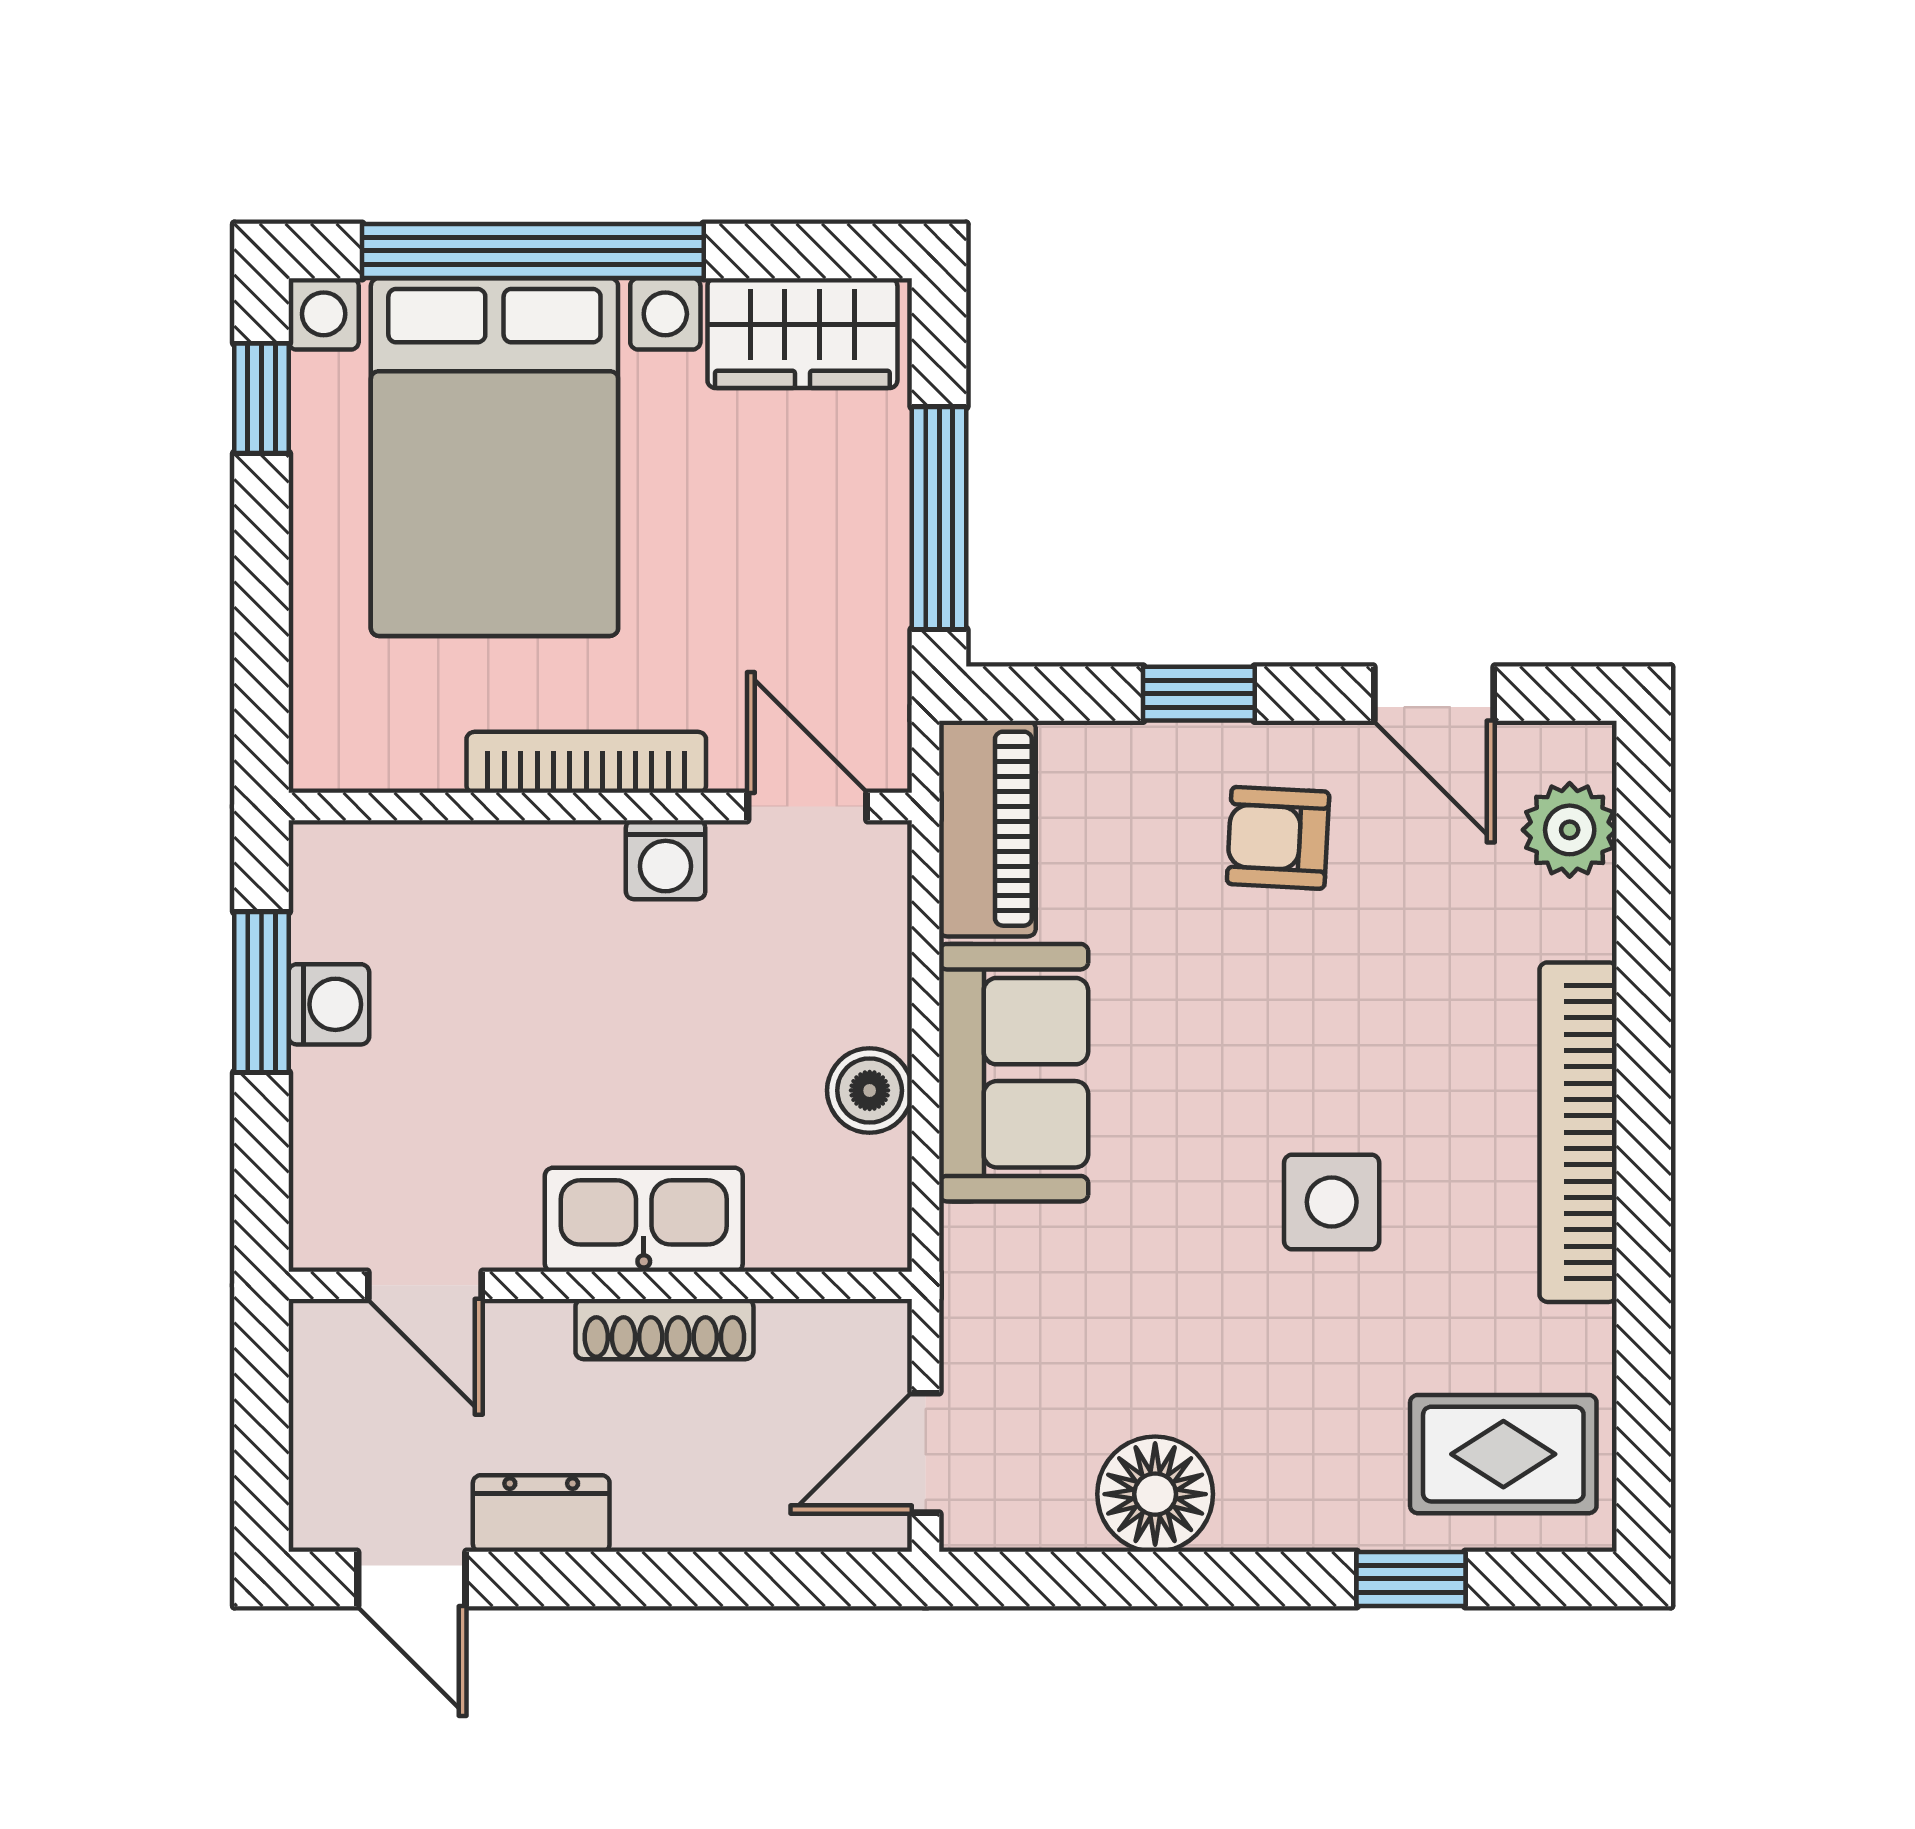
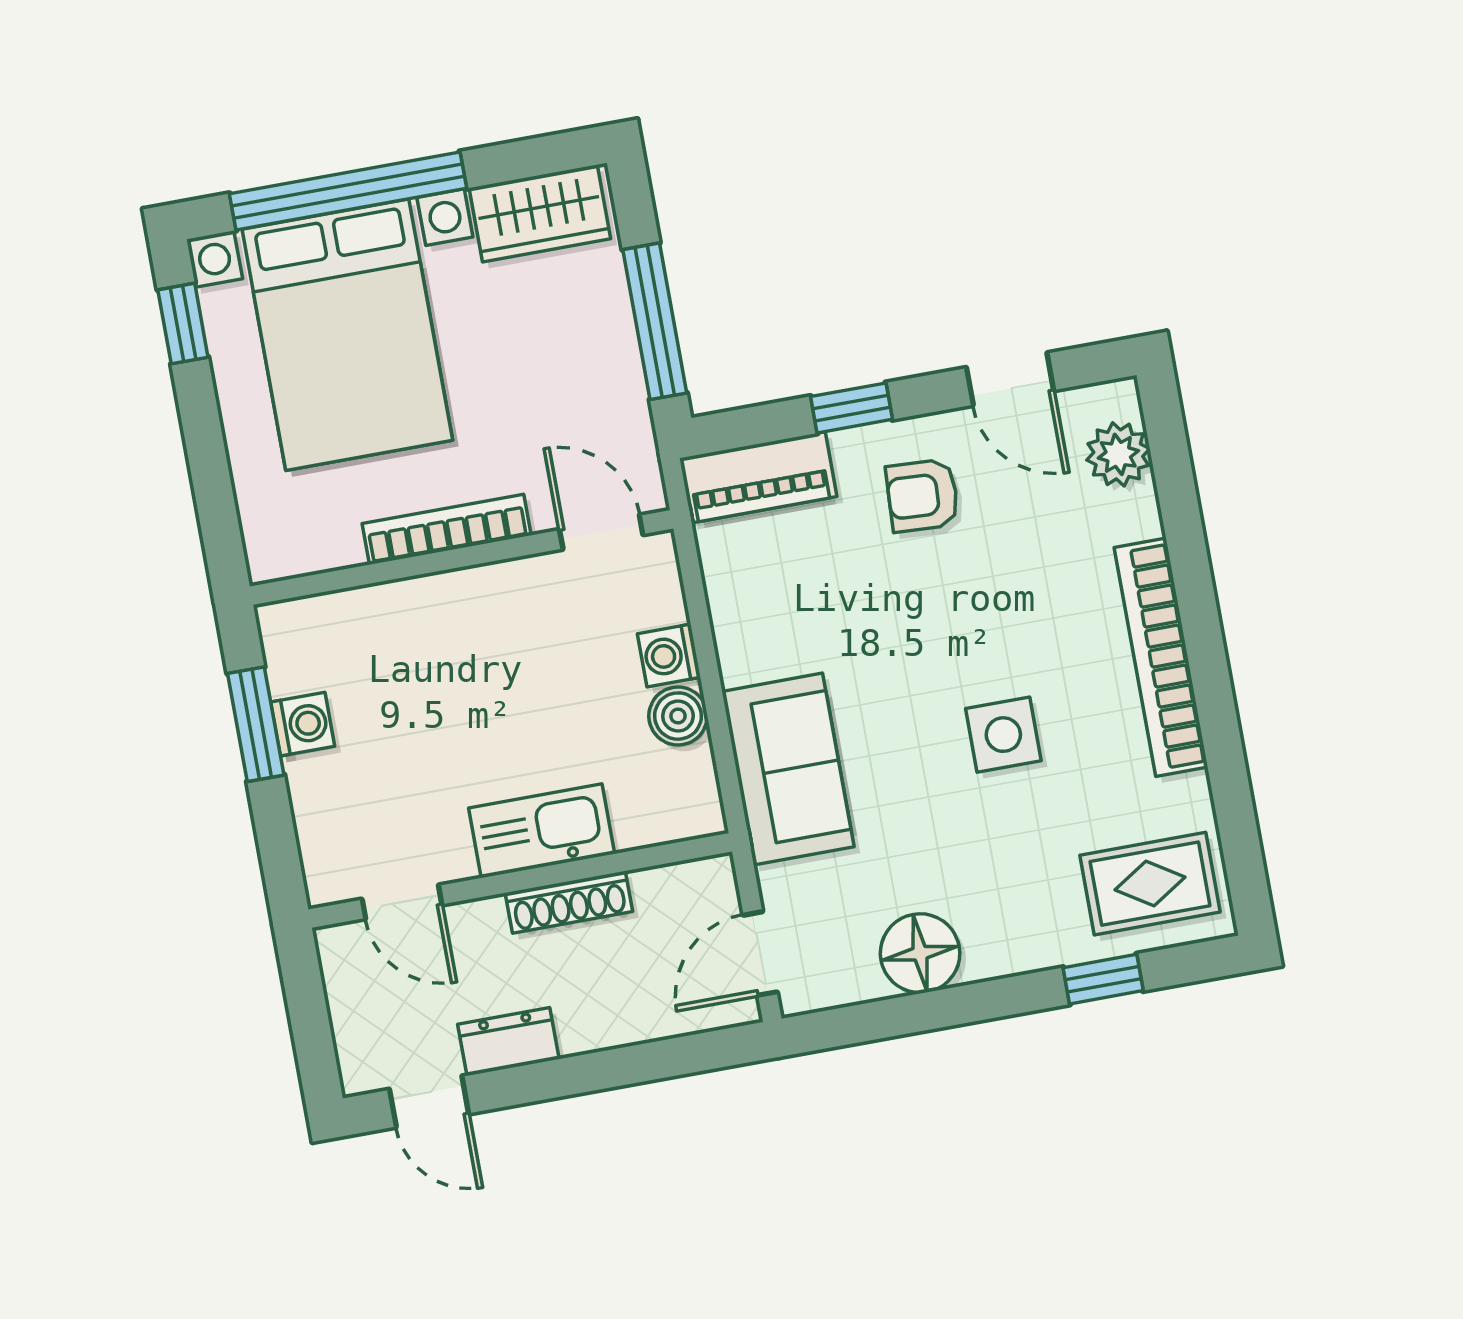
piano: (987, 829) -> (758, 477), moved, turned 90
washing machine: (666, 860) -> (669, 655), moved, turned 90
sofa: (1014, 1073) -> (788, 769), moved

